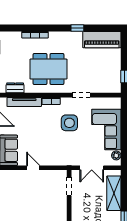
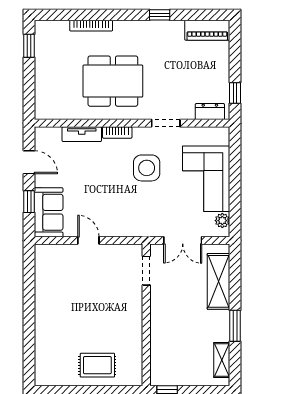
piano: (102, 40) -> (207, 30), width x0.73, depth x0.75
dresser: (15, 88) -> (210, 112), moved
tv unit: (24, 102) -> (82, 134), width x0.71

